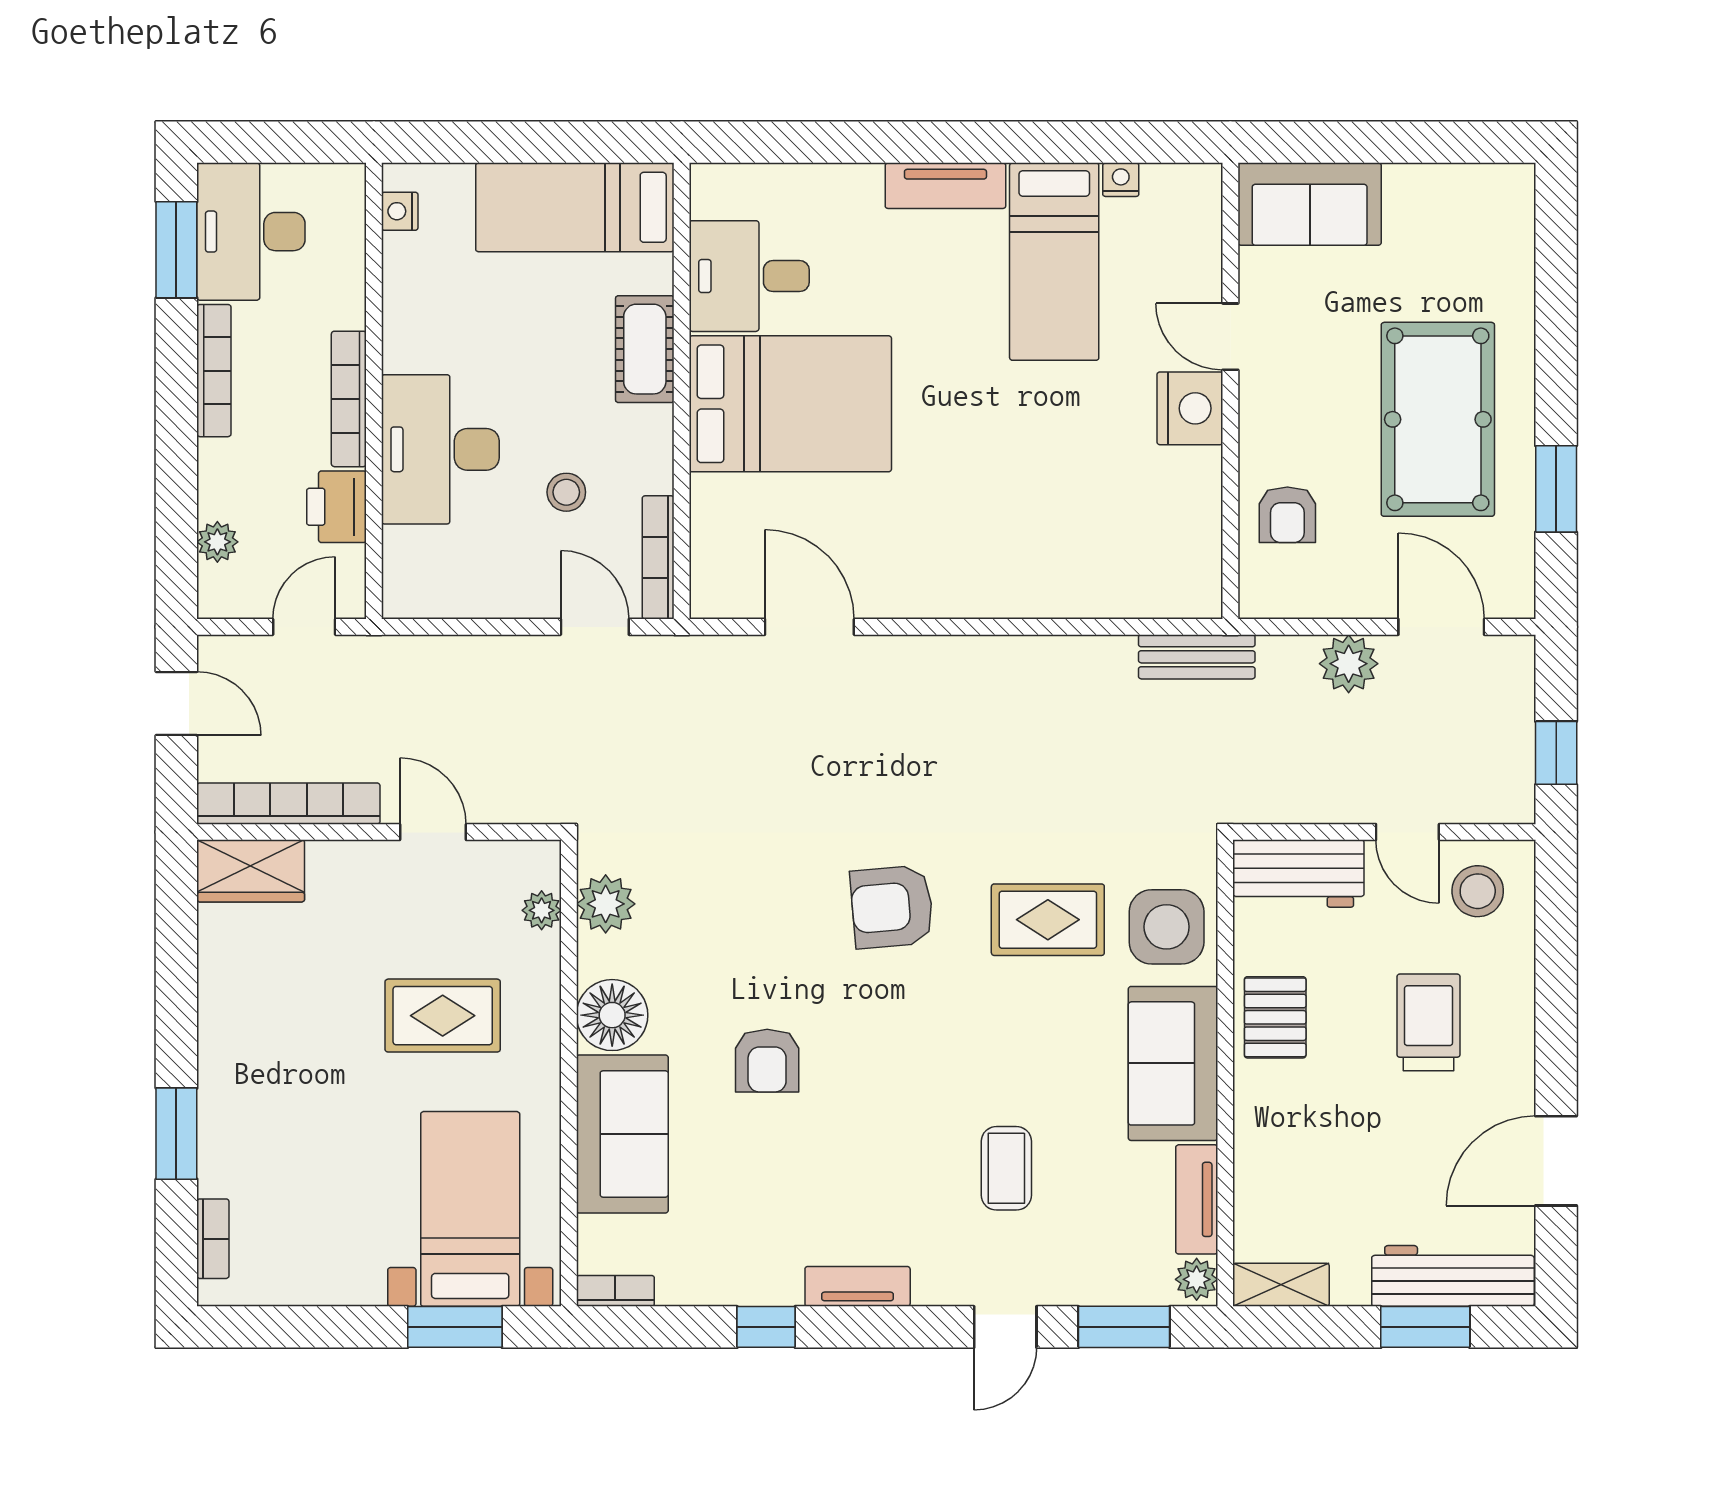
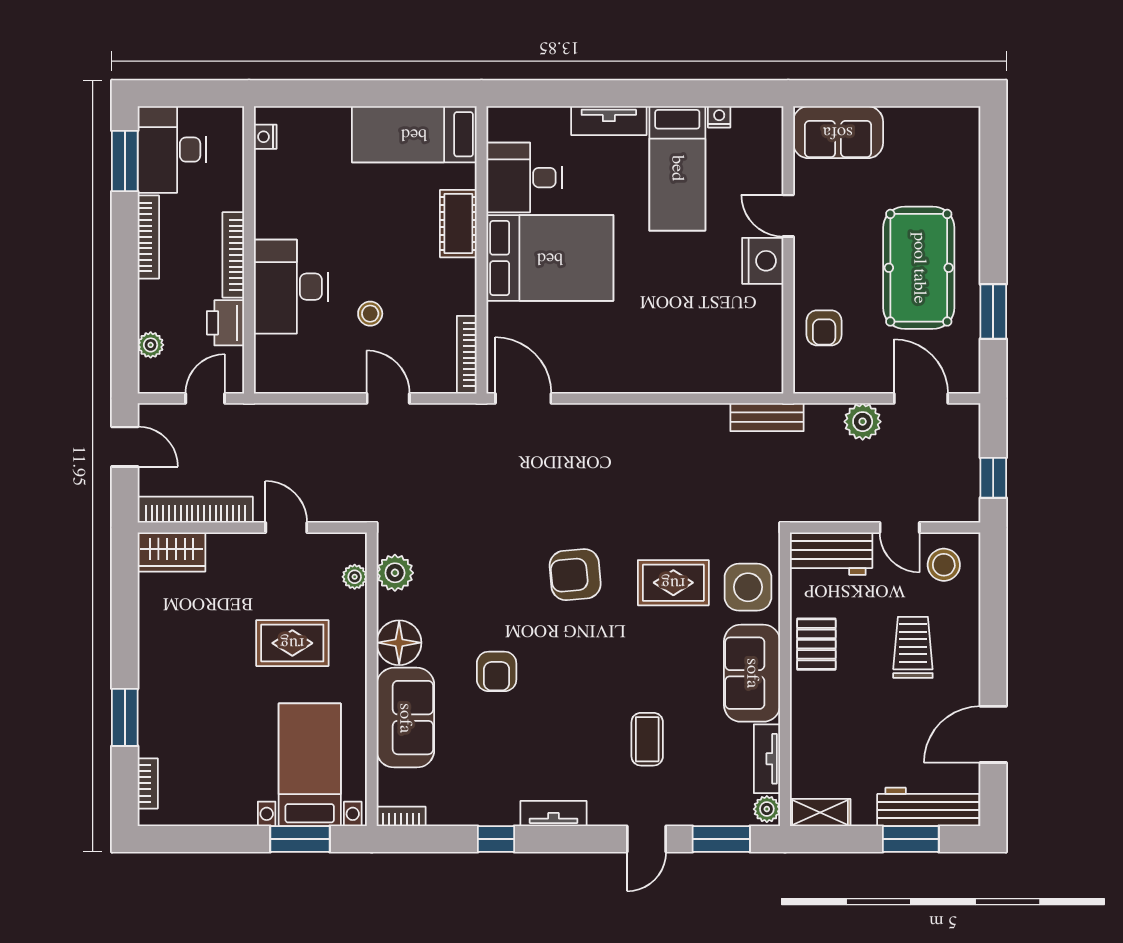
bed: (575, 207) -> (414, 134), moved
desk: (749, 276) -> (524, 178), moved
cot: (645, 349) -> (458, 224), moved
wall: (682, 391) -> (482, 250), moved
bed: (790, 404) -> (550, 258), moved
bookcase: (658, 557) -> (467, 355), moved

